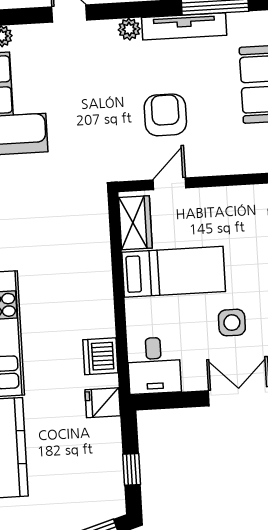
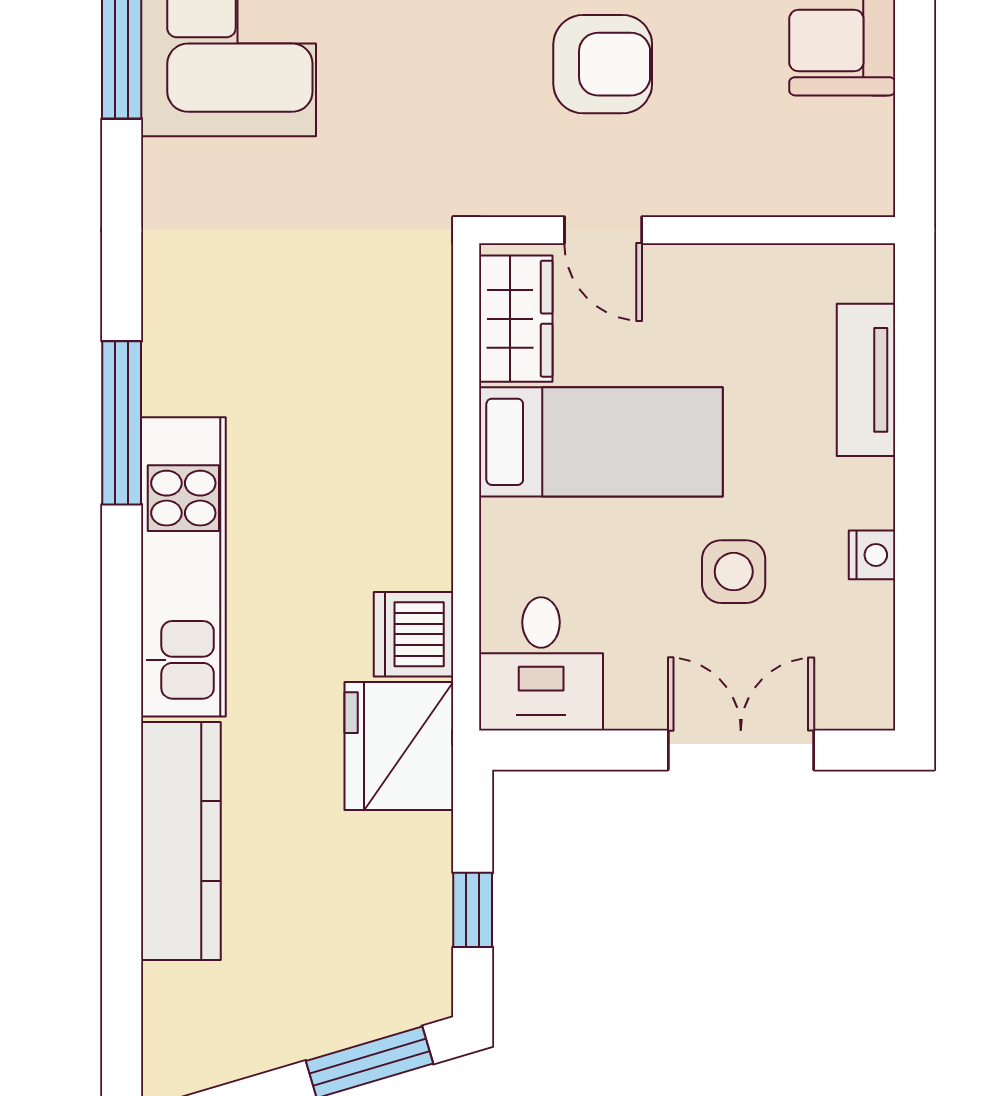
armchair: (165, 115) -> (603, 64), turned 90
door: (169, 184) -> (603, 230), swing flipped
fridge: (103, 403) -> (399, 746), width x1.88, depth x1.34

